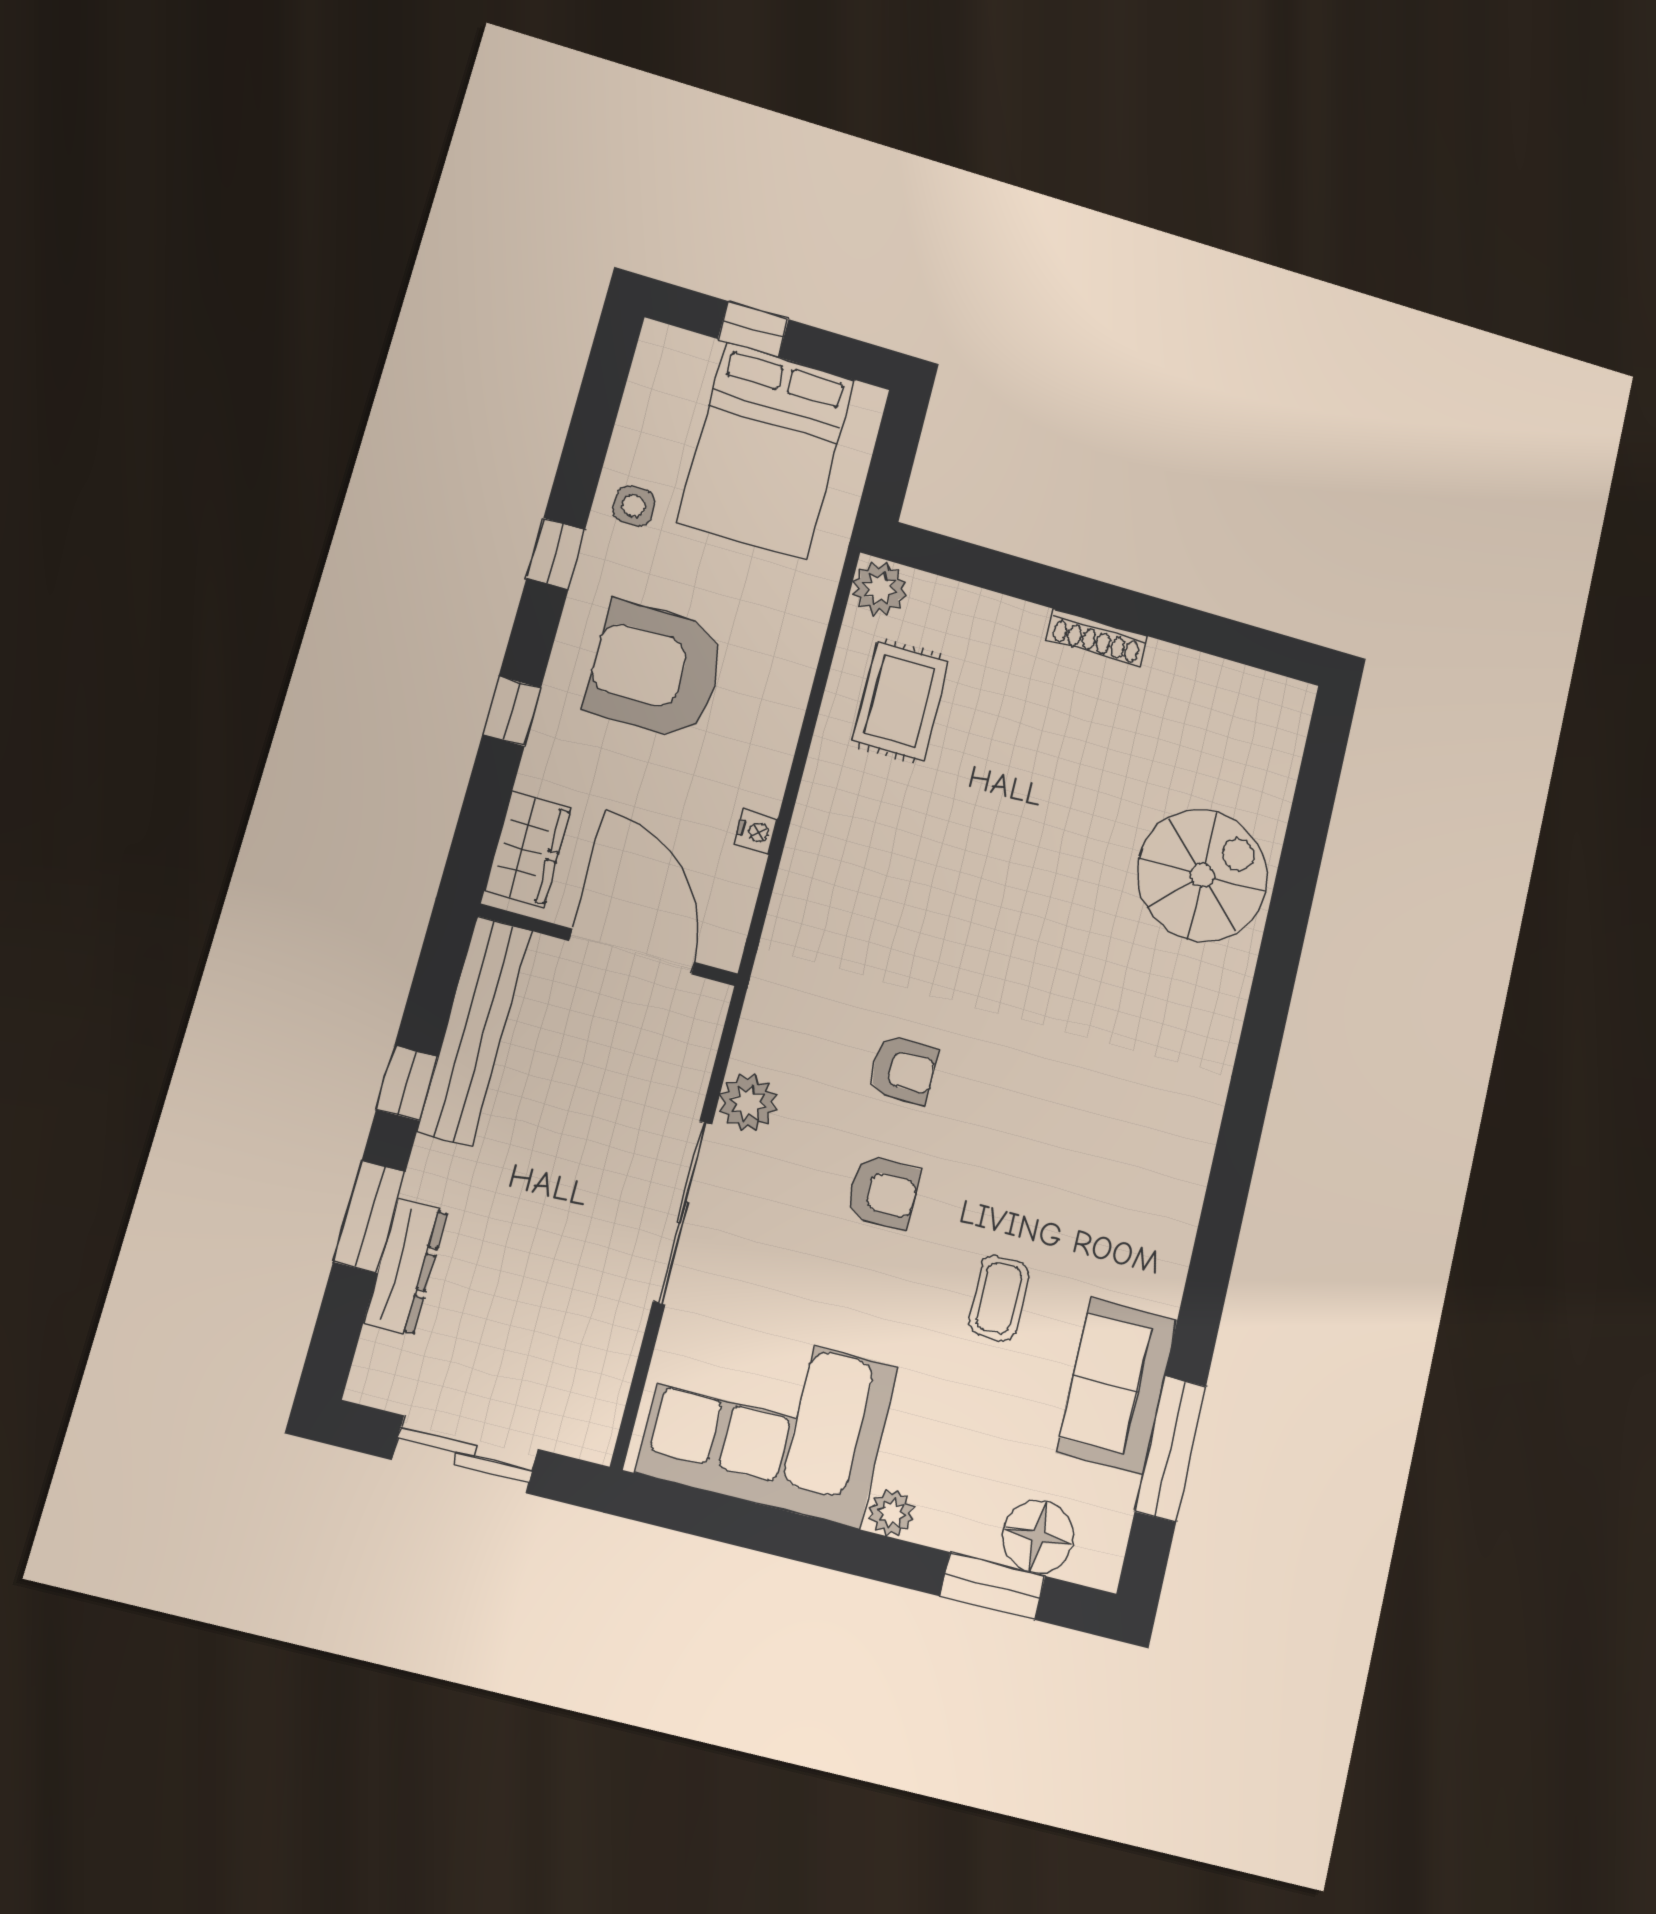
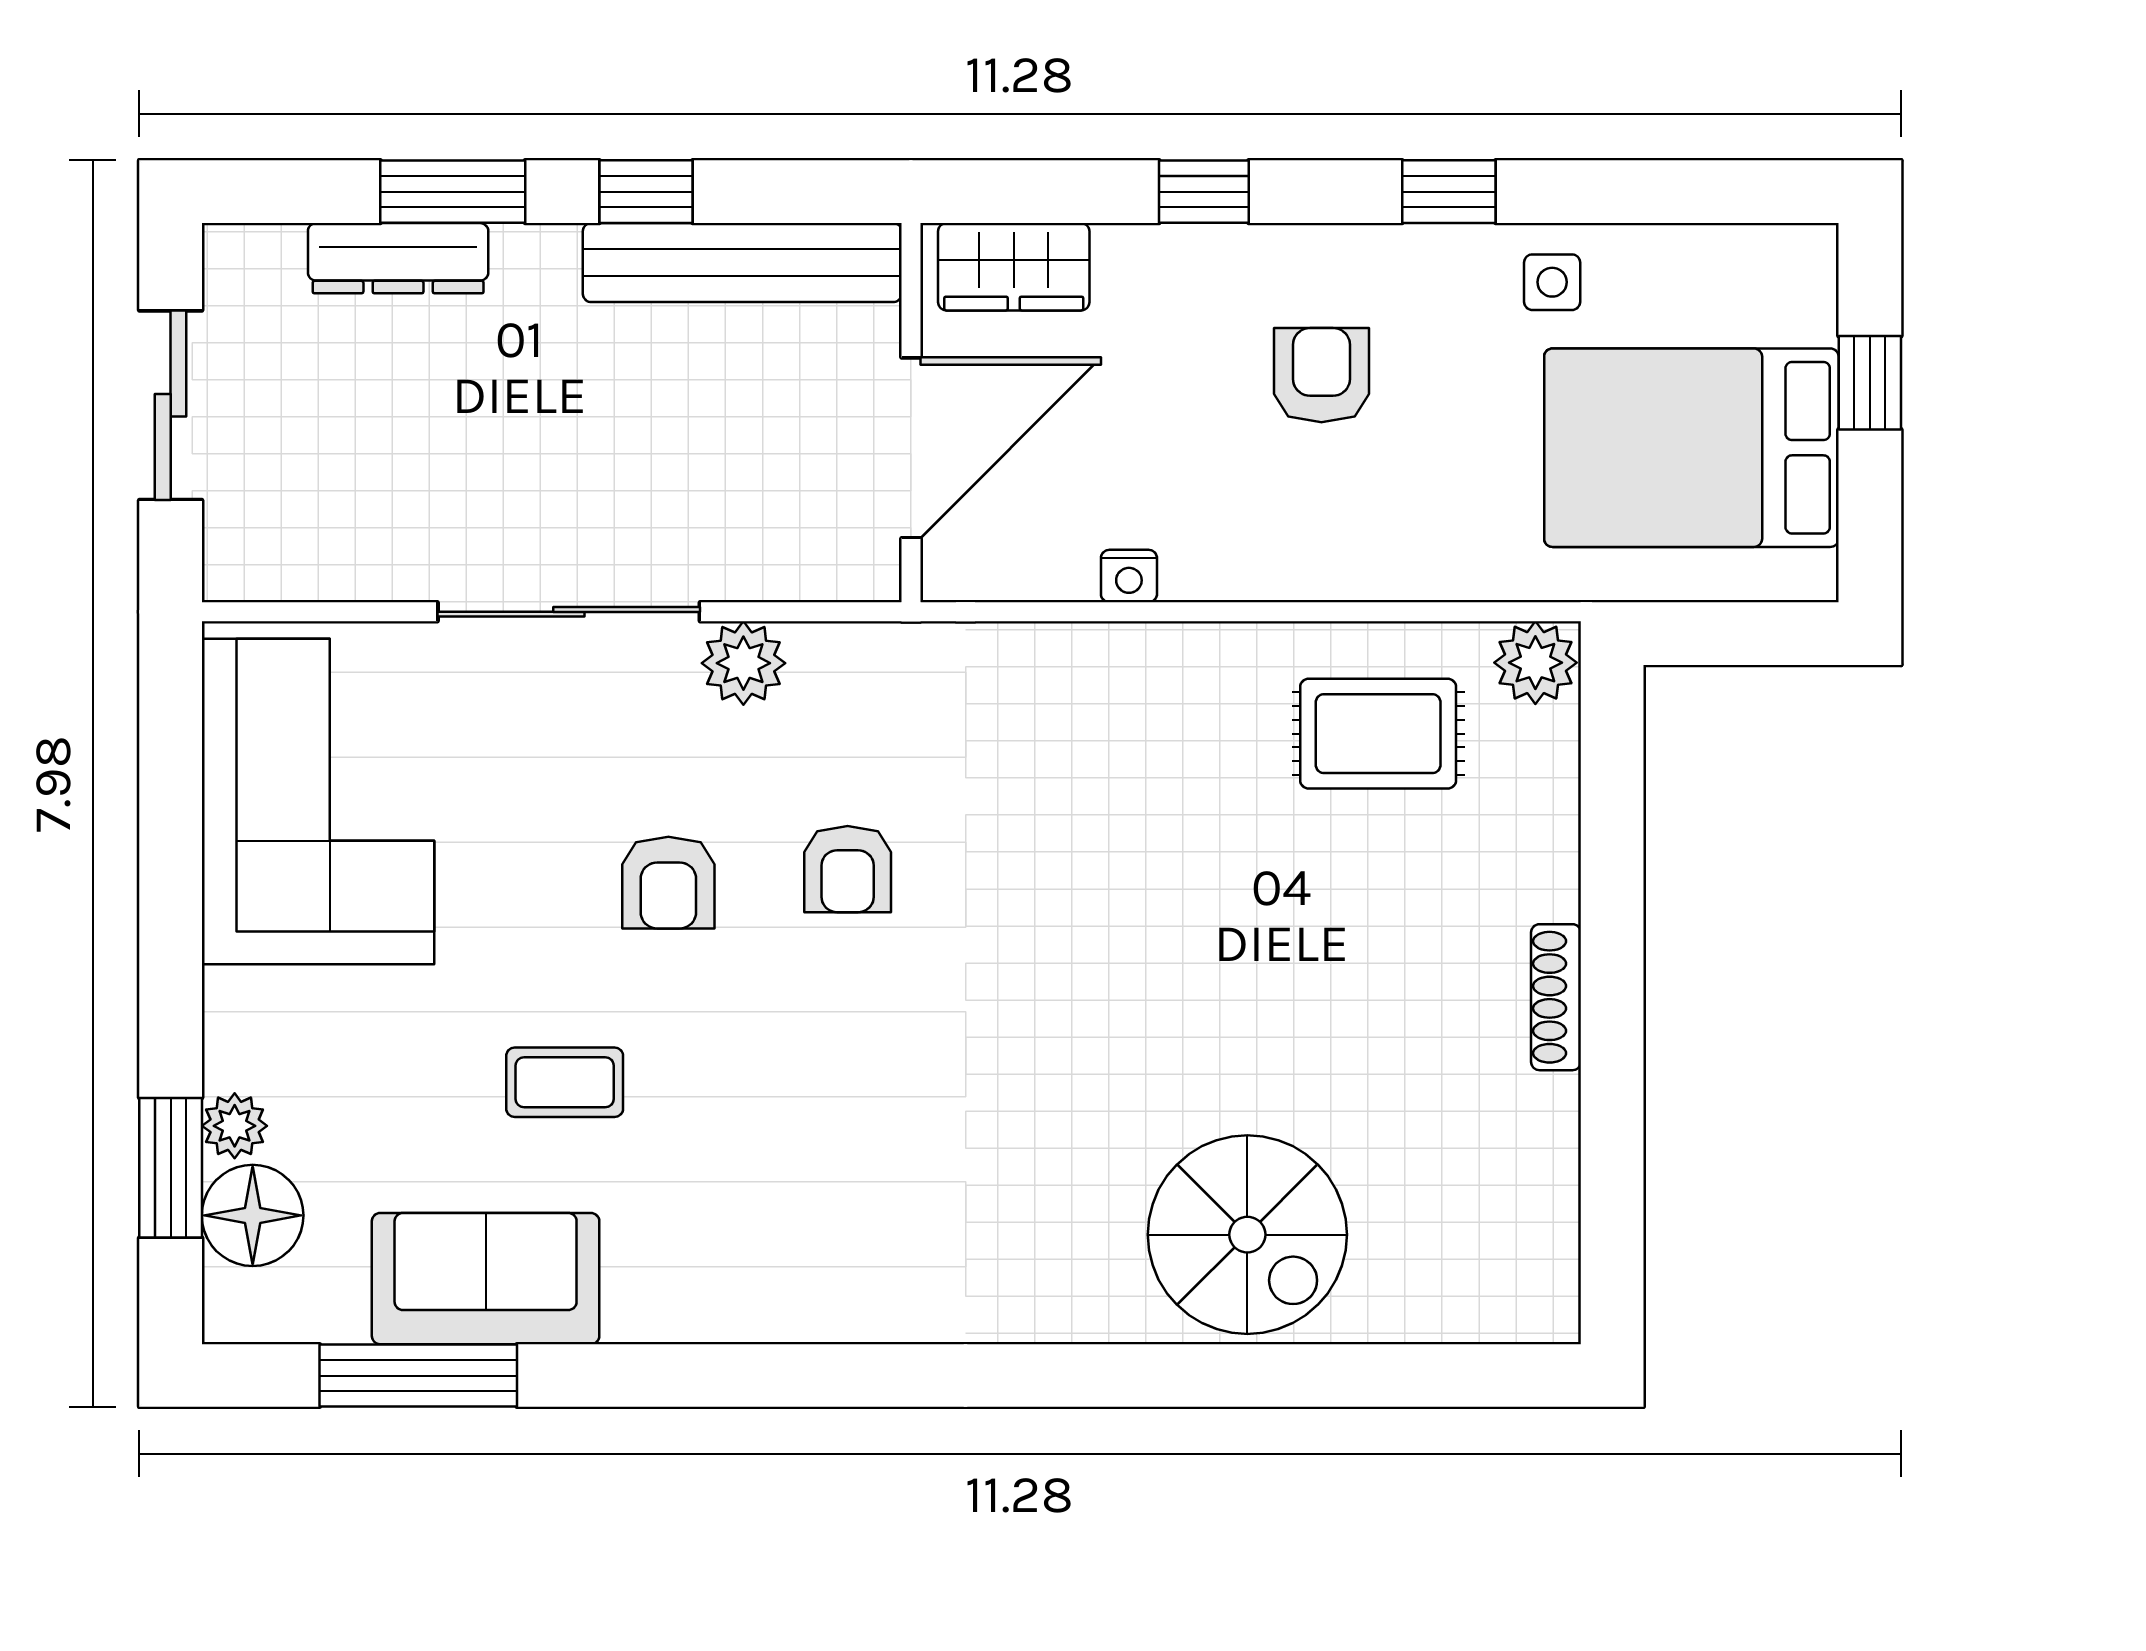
armchair: (655, 670) -> (1321, 375), width x0.53, depth x0.53
plant: (892, 1513) -> (235, 1126), moved

